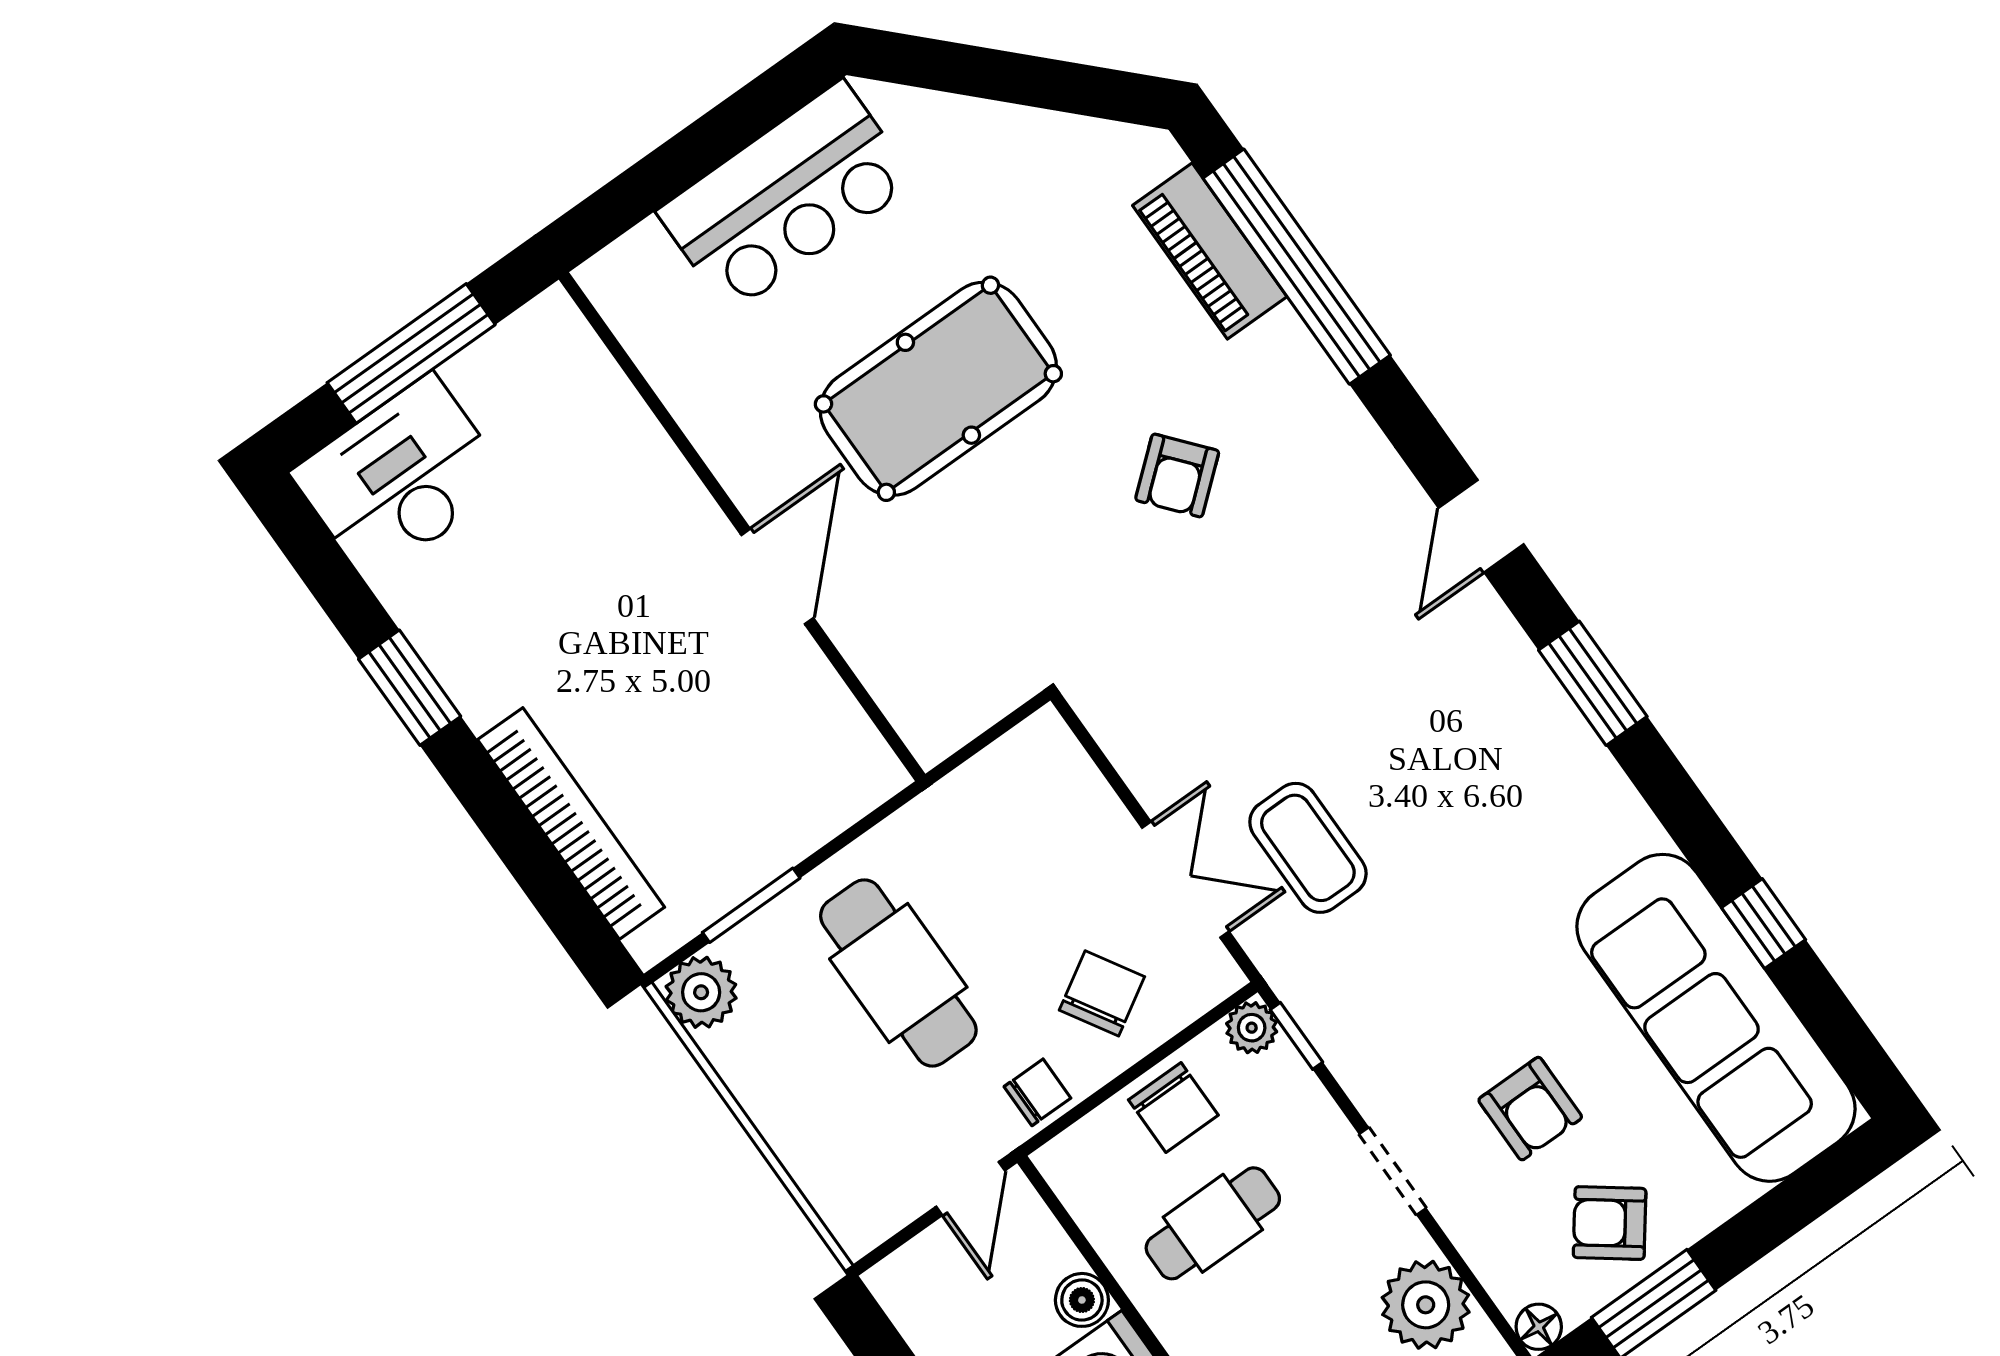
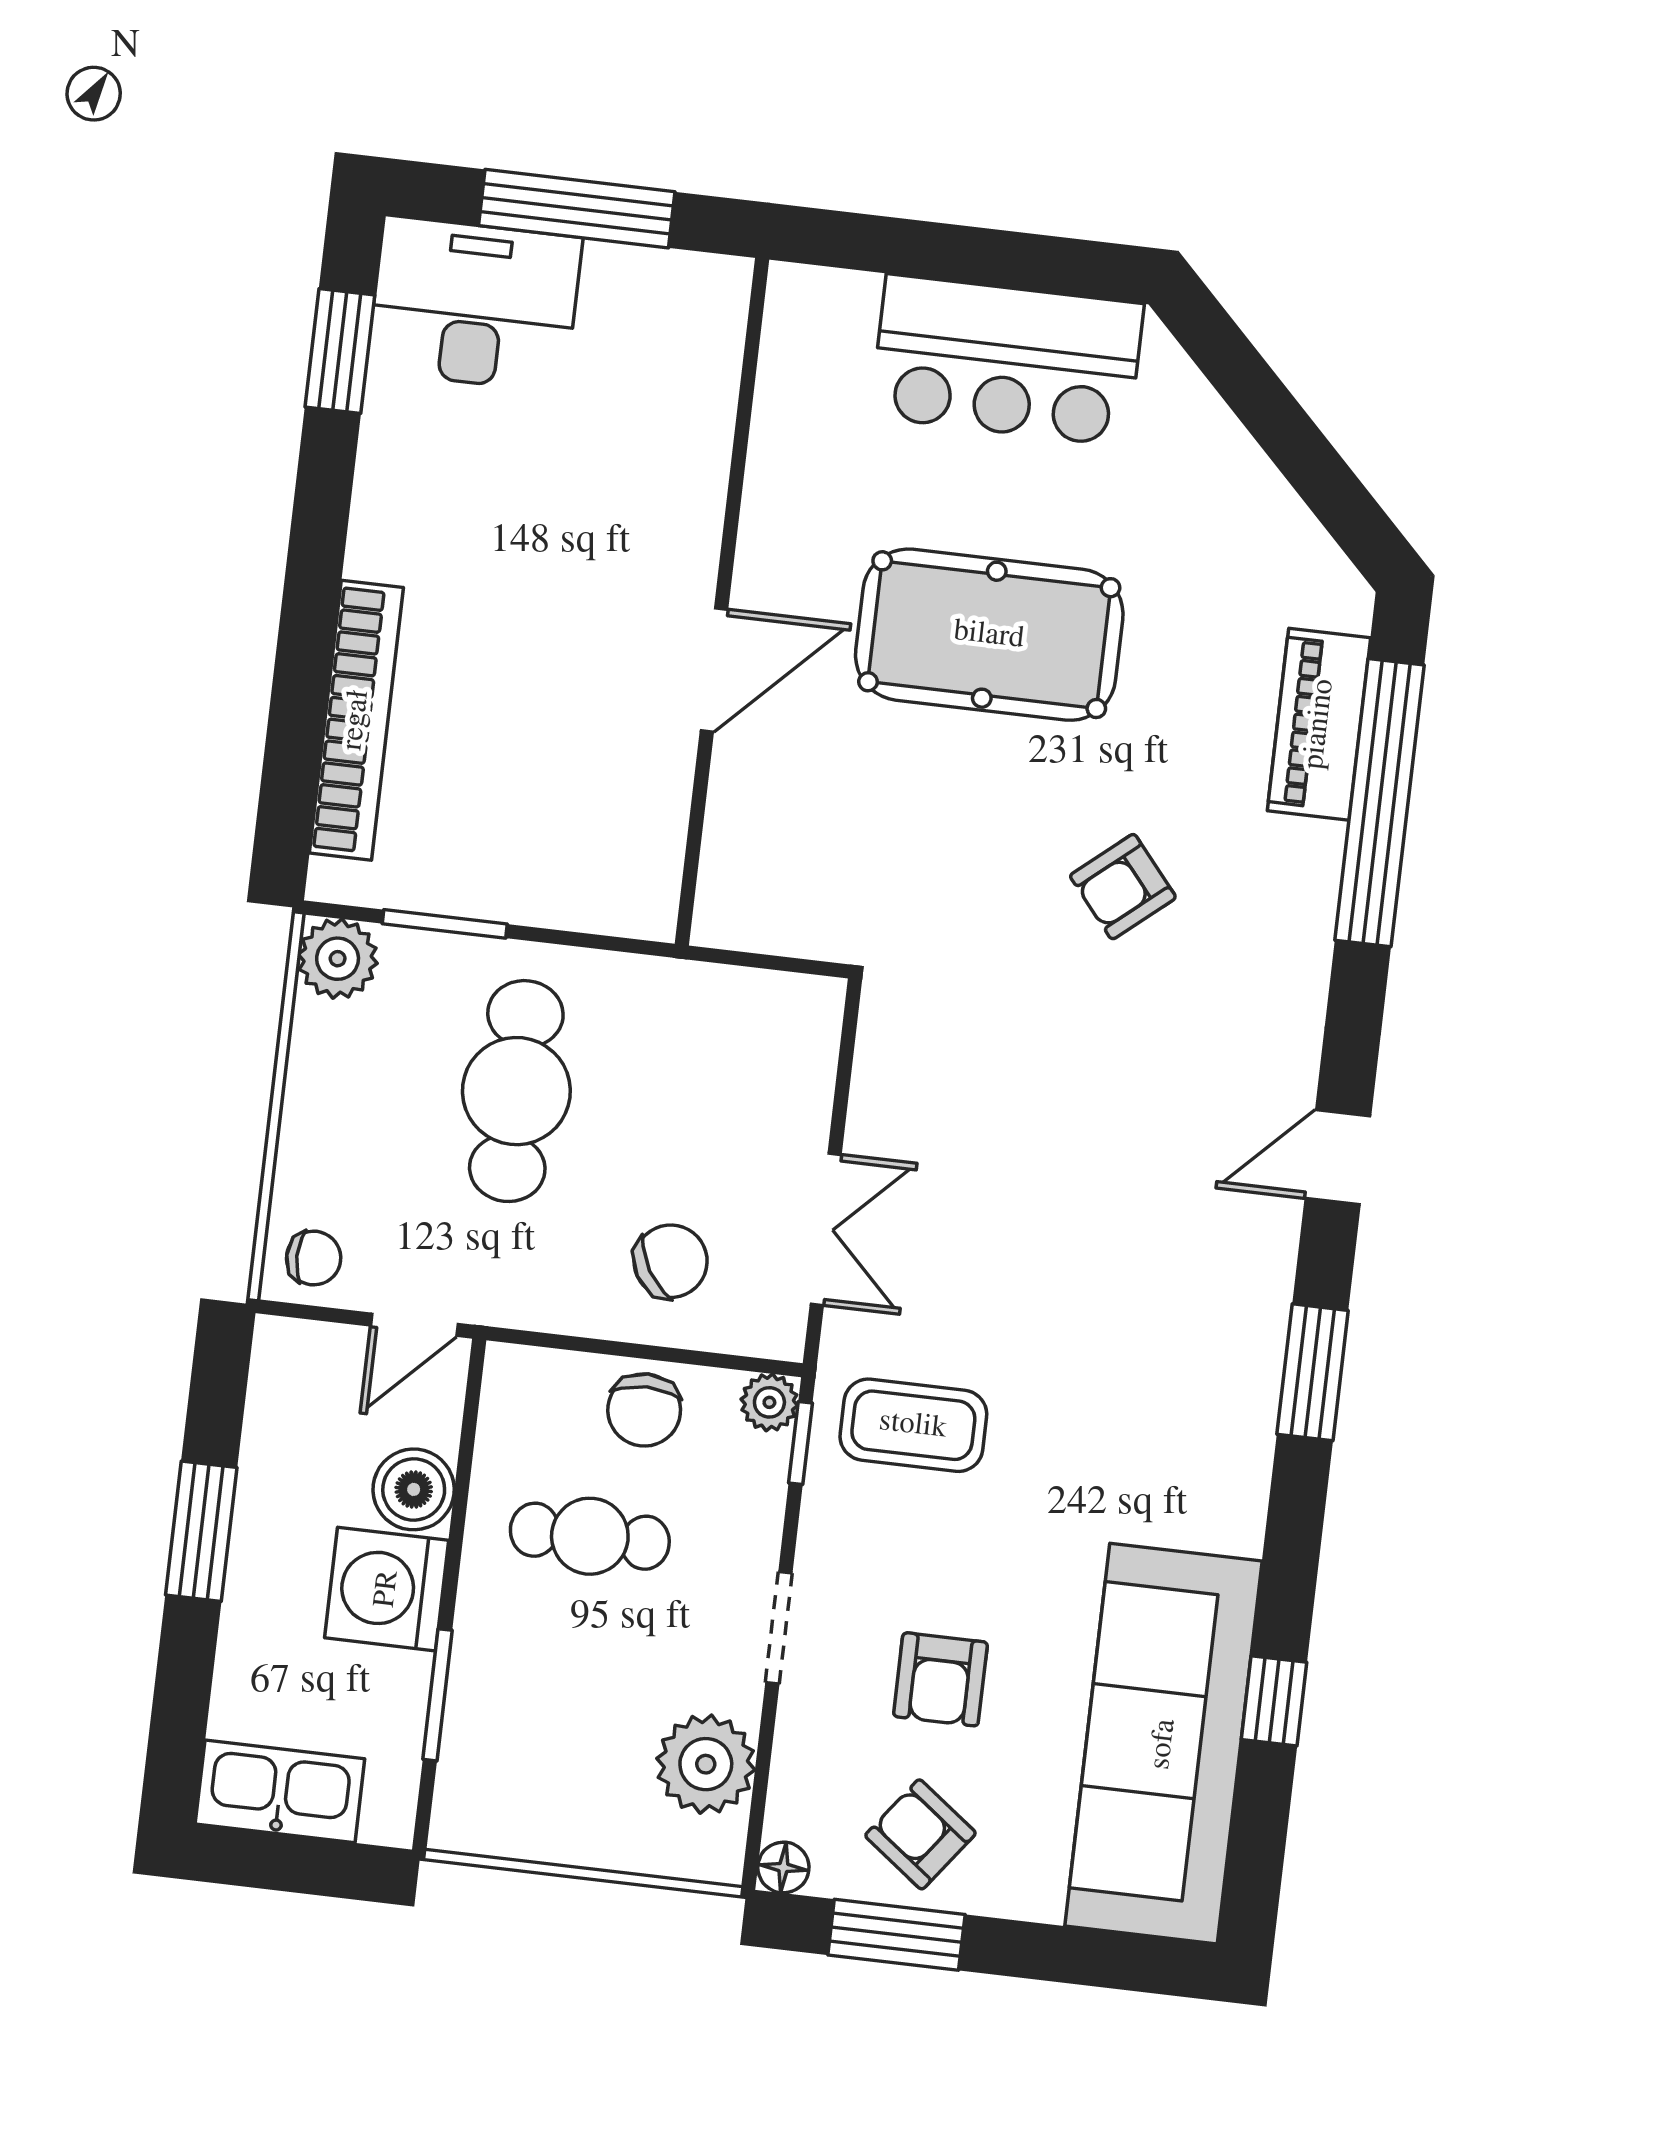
window: (410, 688) -> (340, 351), moved
coffee table: (1308, 848) -> (913, 1425), moved, turned 90
chair: (1037, 1092) -> (314, 1258), moved
boiler: (1082, 1300) -> (414, 1489), width x1.36, depth x1.36

